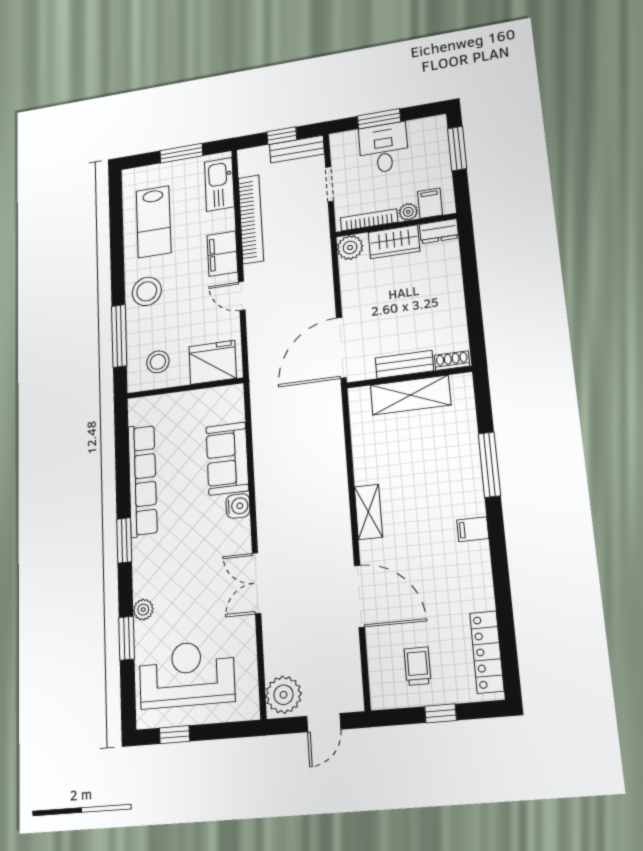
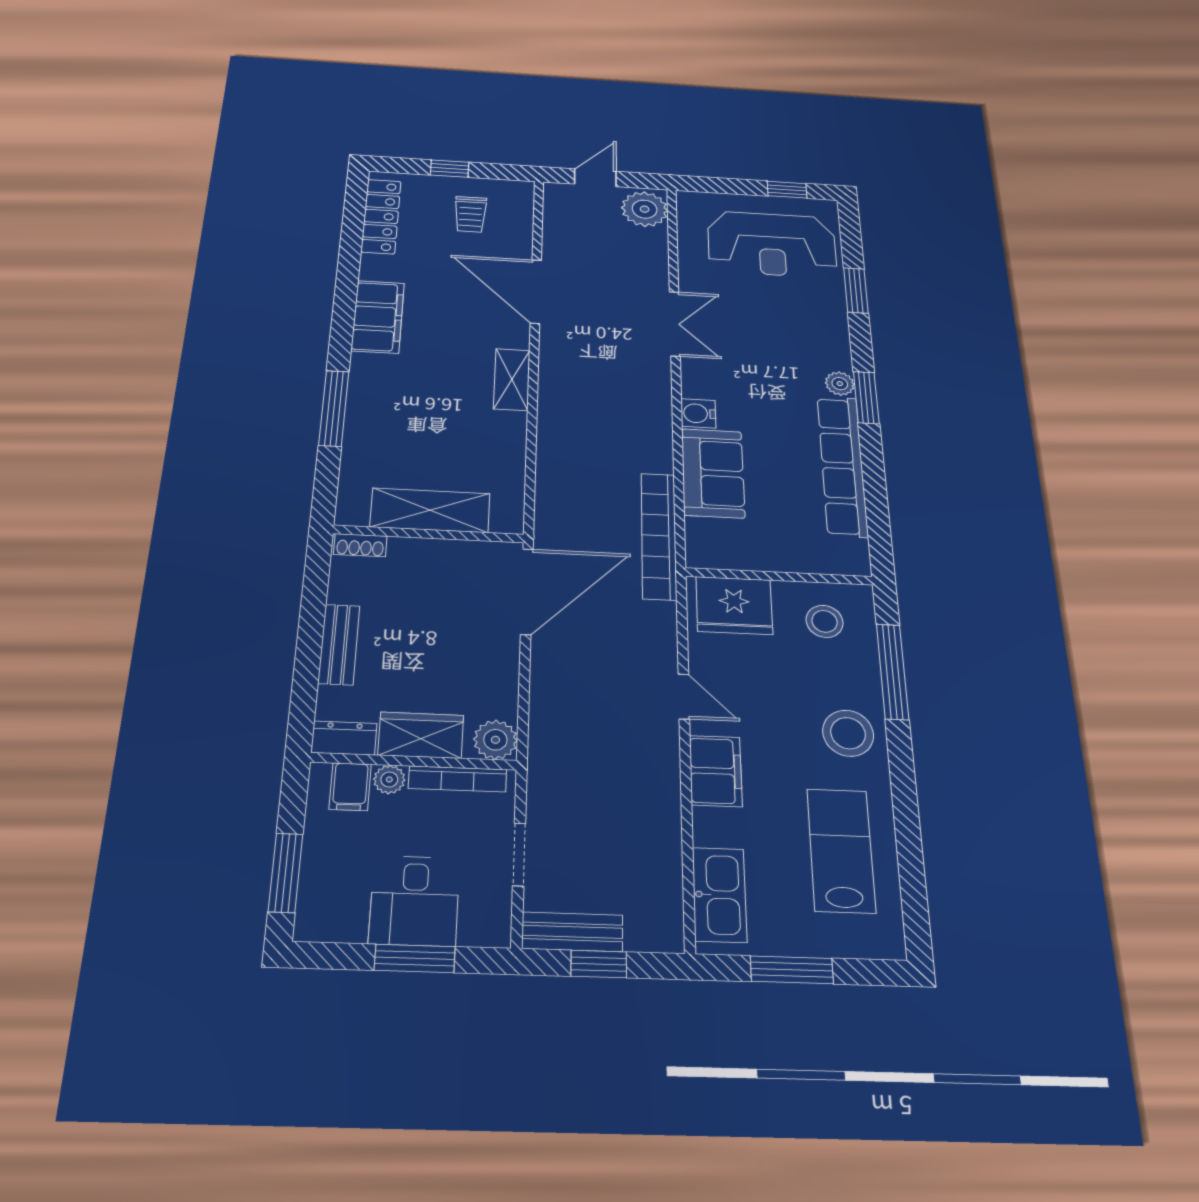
bookcase: (251, 219) -> (659, 536), moved
bench: (404, 364) -> (339, 644), moved, turned 90
filing cabinet: (473, 529) -> (378, 317), width x3.00, depth x1.17
plant: (143, 610) -> (840, 384), moved

